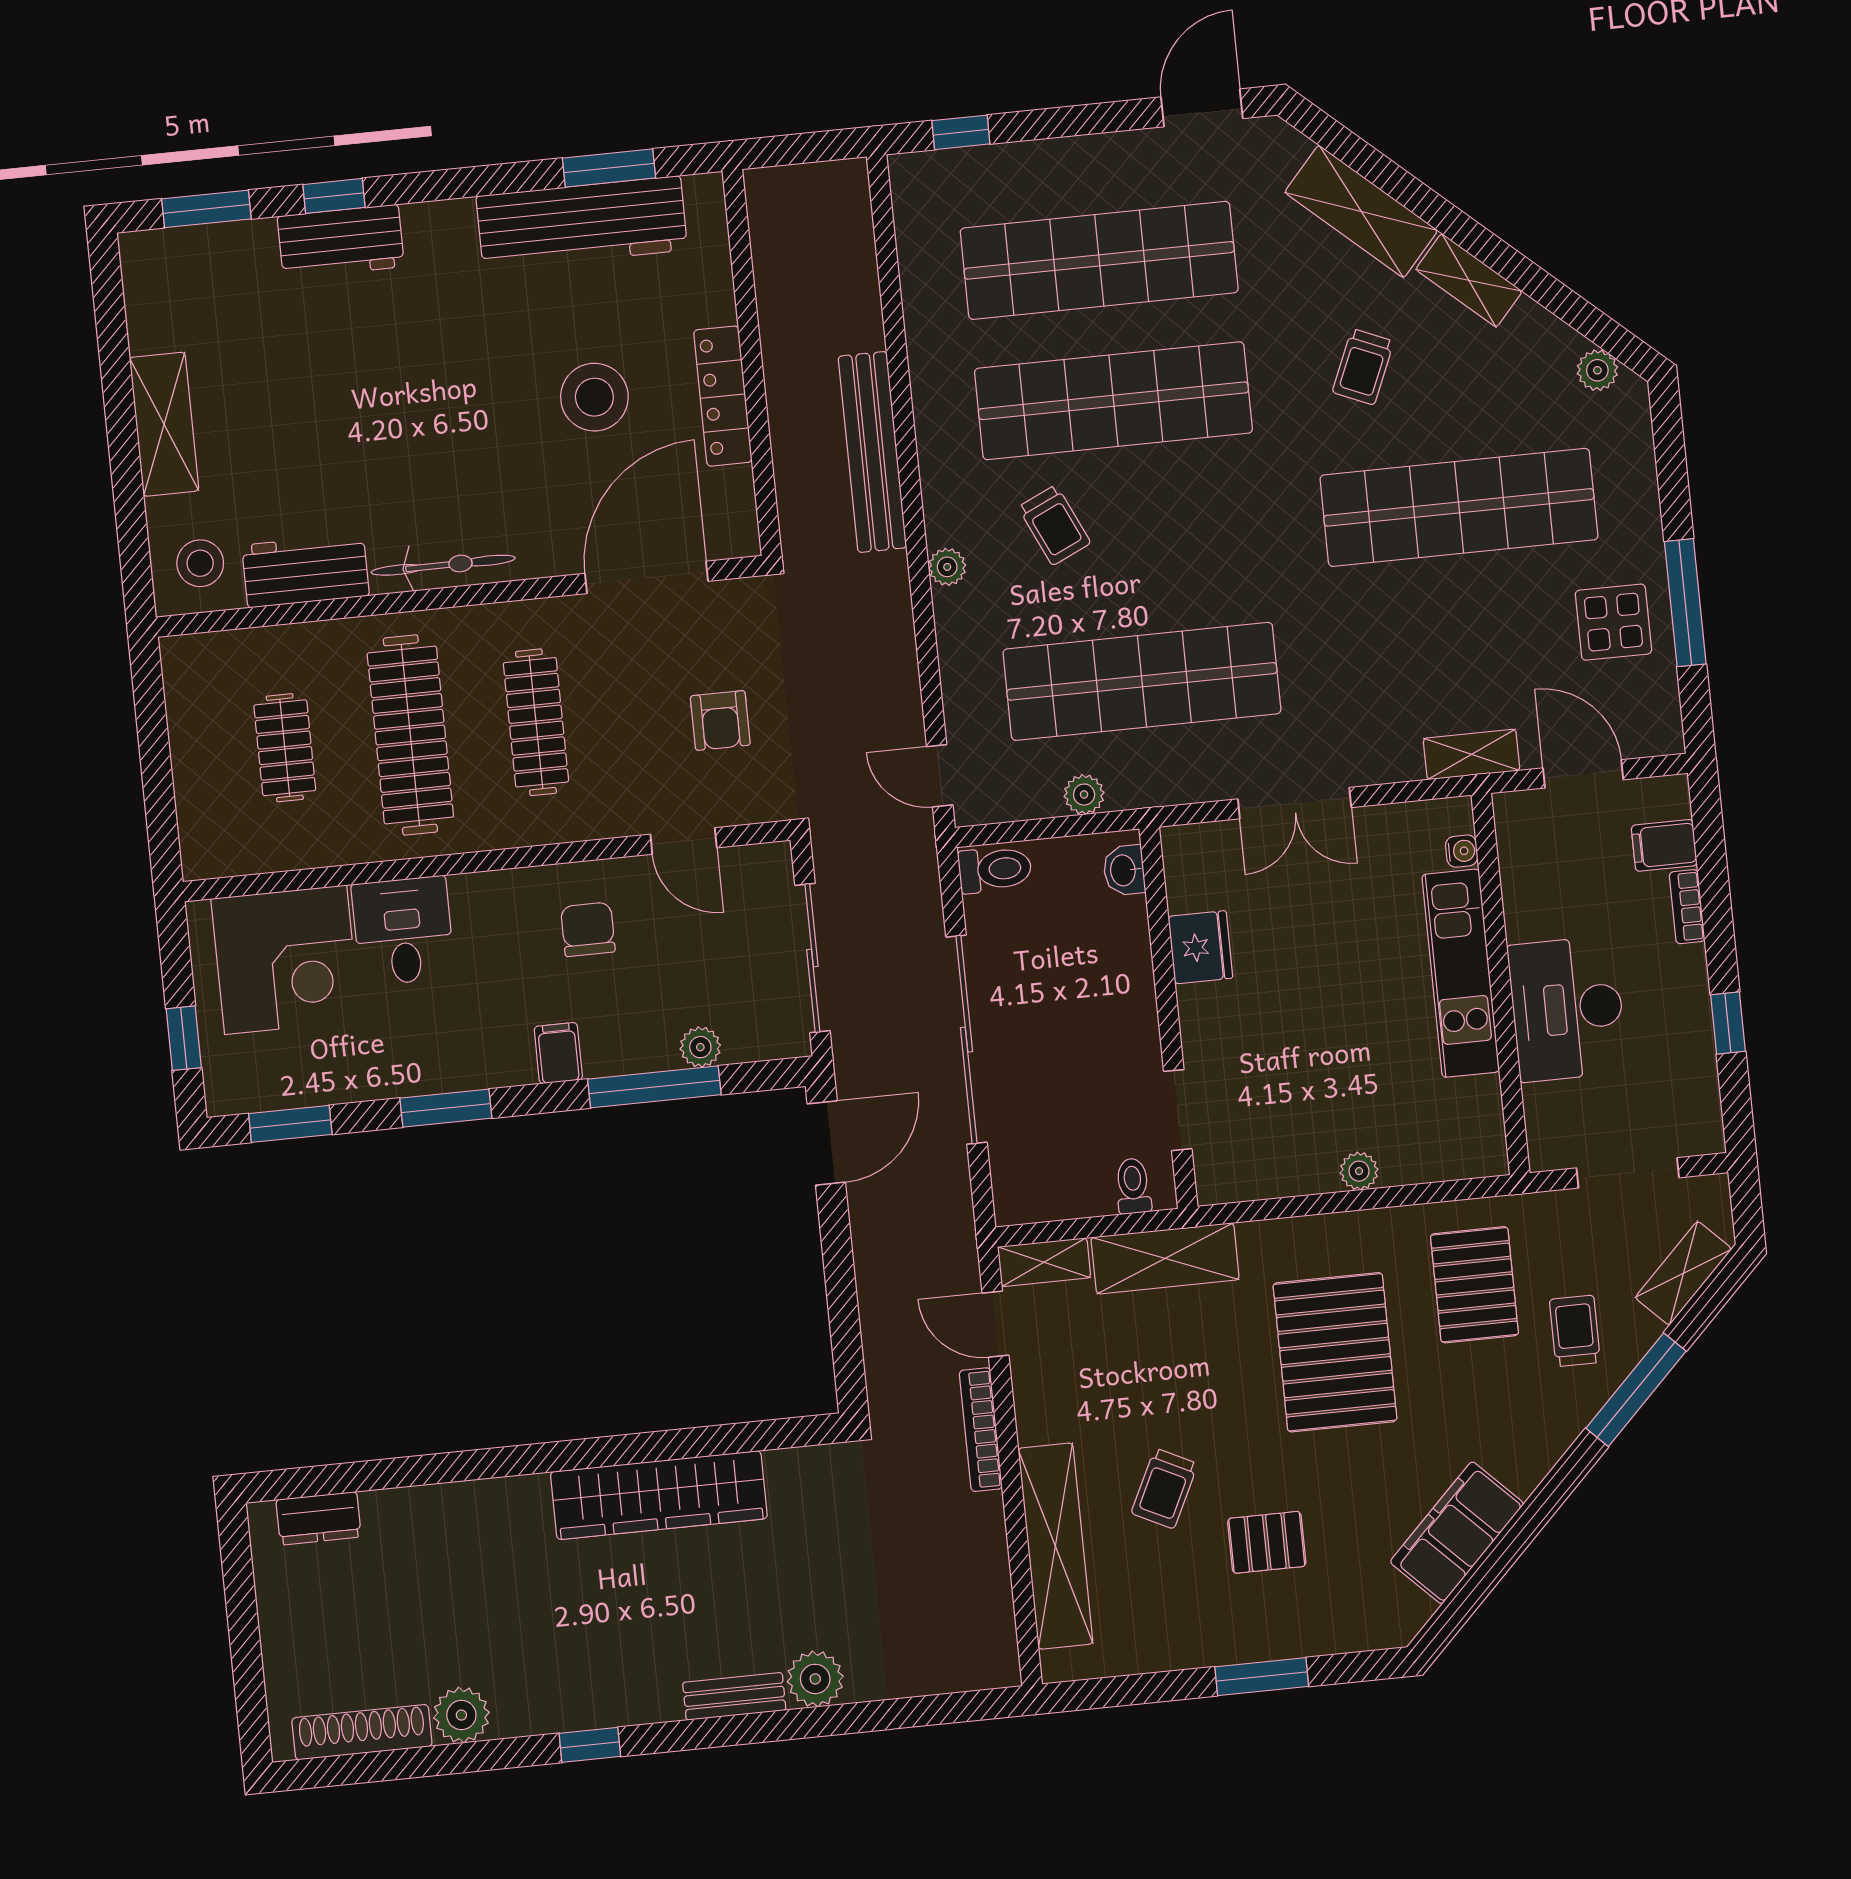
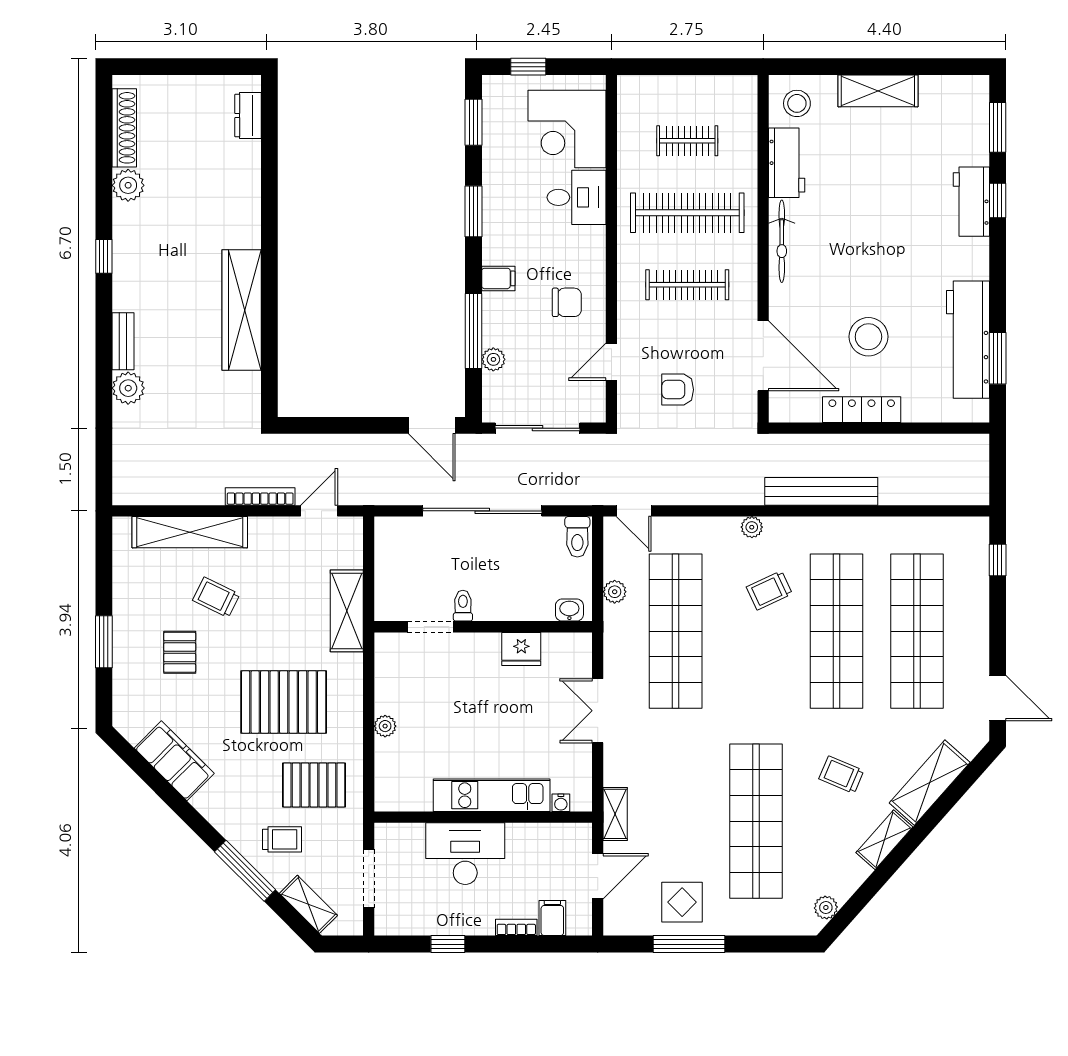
door: (940, 776) -> (634, 511), swing flipped
toilet: (1133, 1186) -> (463, 606), moved, turned -90
shelving: (1044, 1262) -> (352, 542), removed

